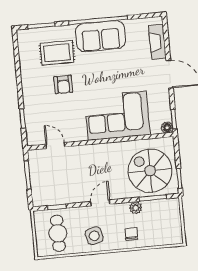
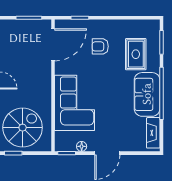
fireplace: (157, 42) -> (153, 133), moved, turned -90
armchair: (63, 84) -> (100, 46), moved
floor lamp: (167, 128) -> (82, 146), moved
door: (55, 146) -> (53, 45), width x1.88

